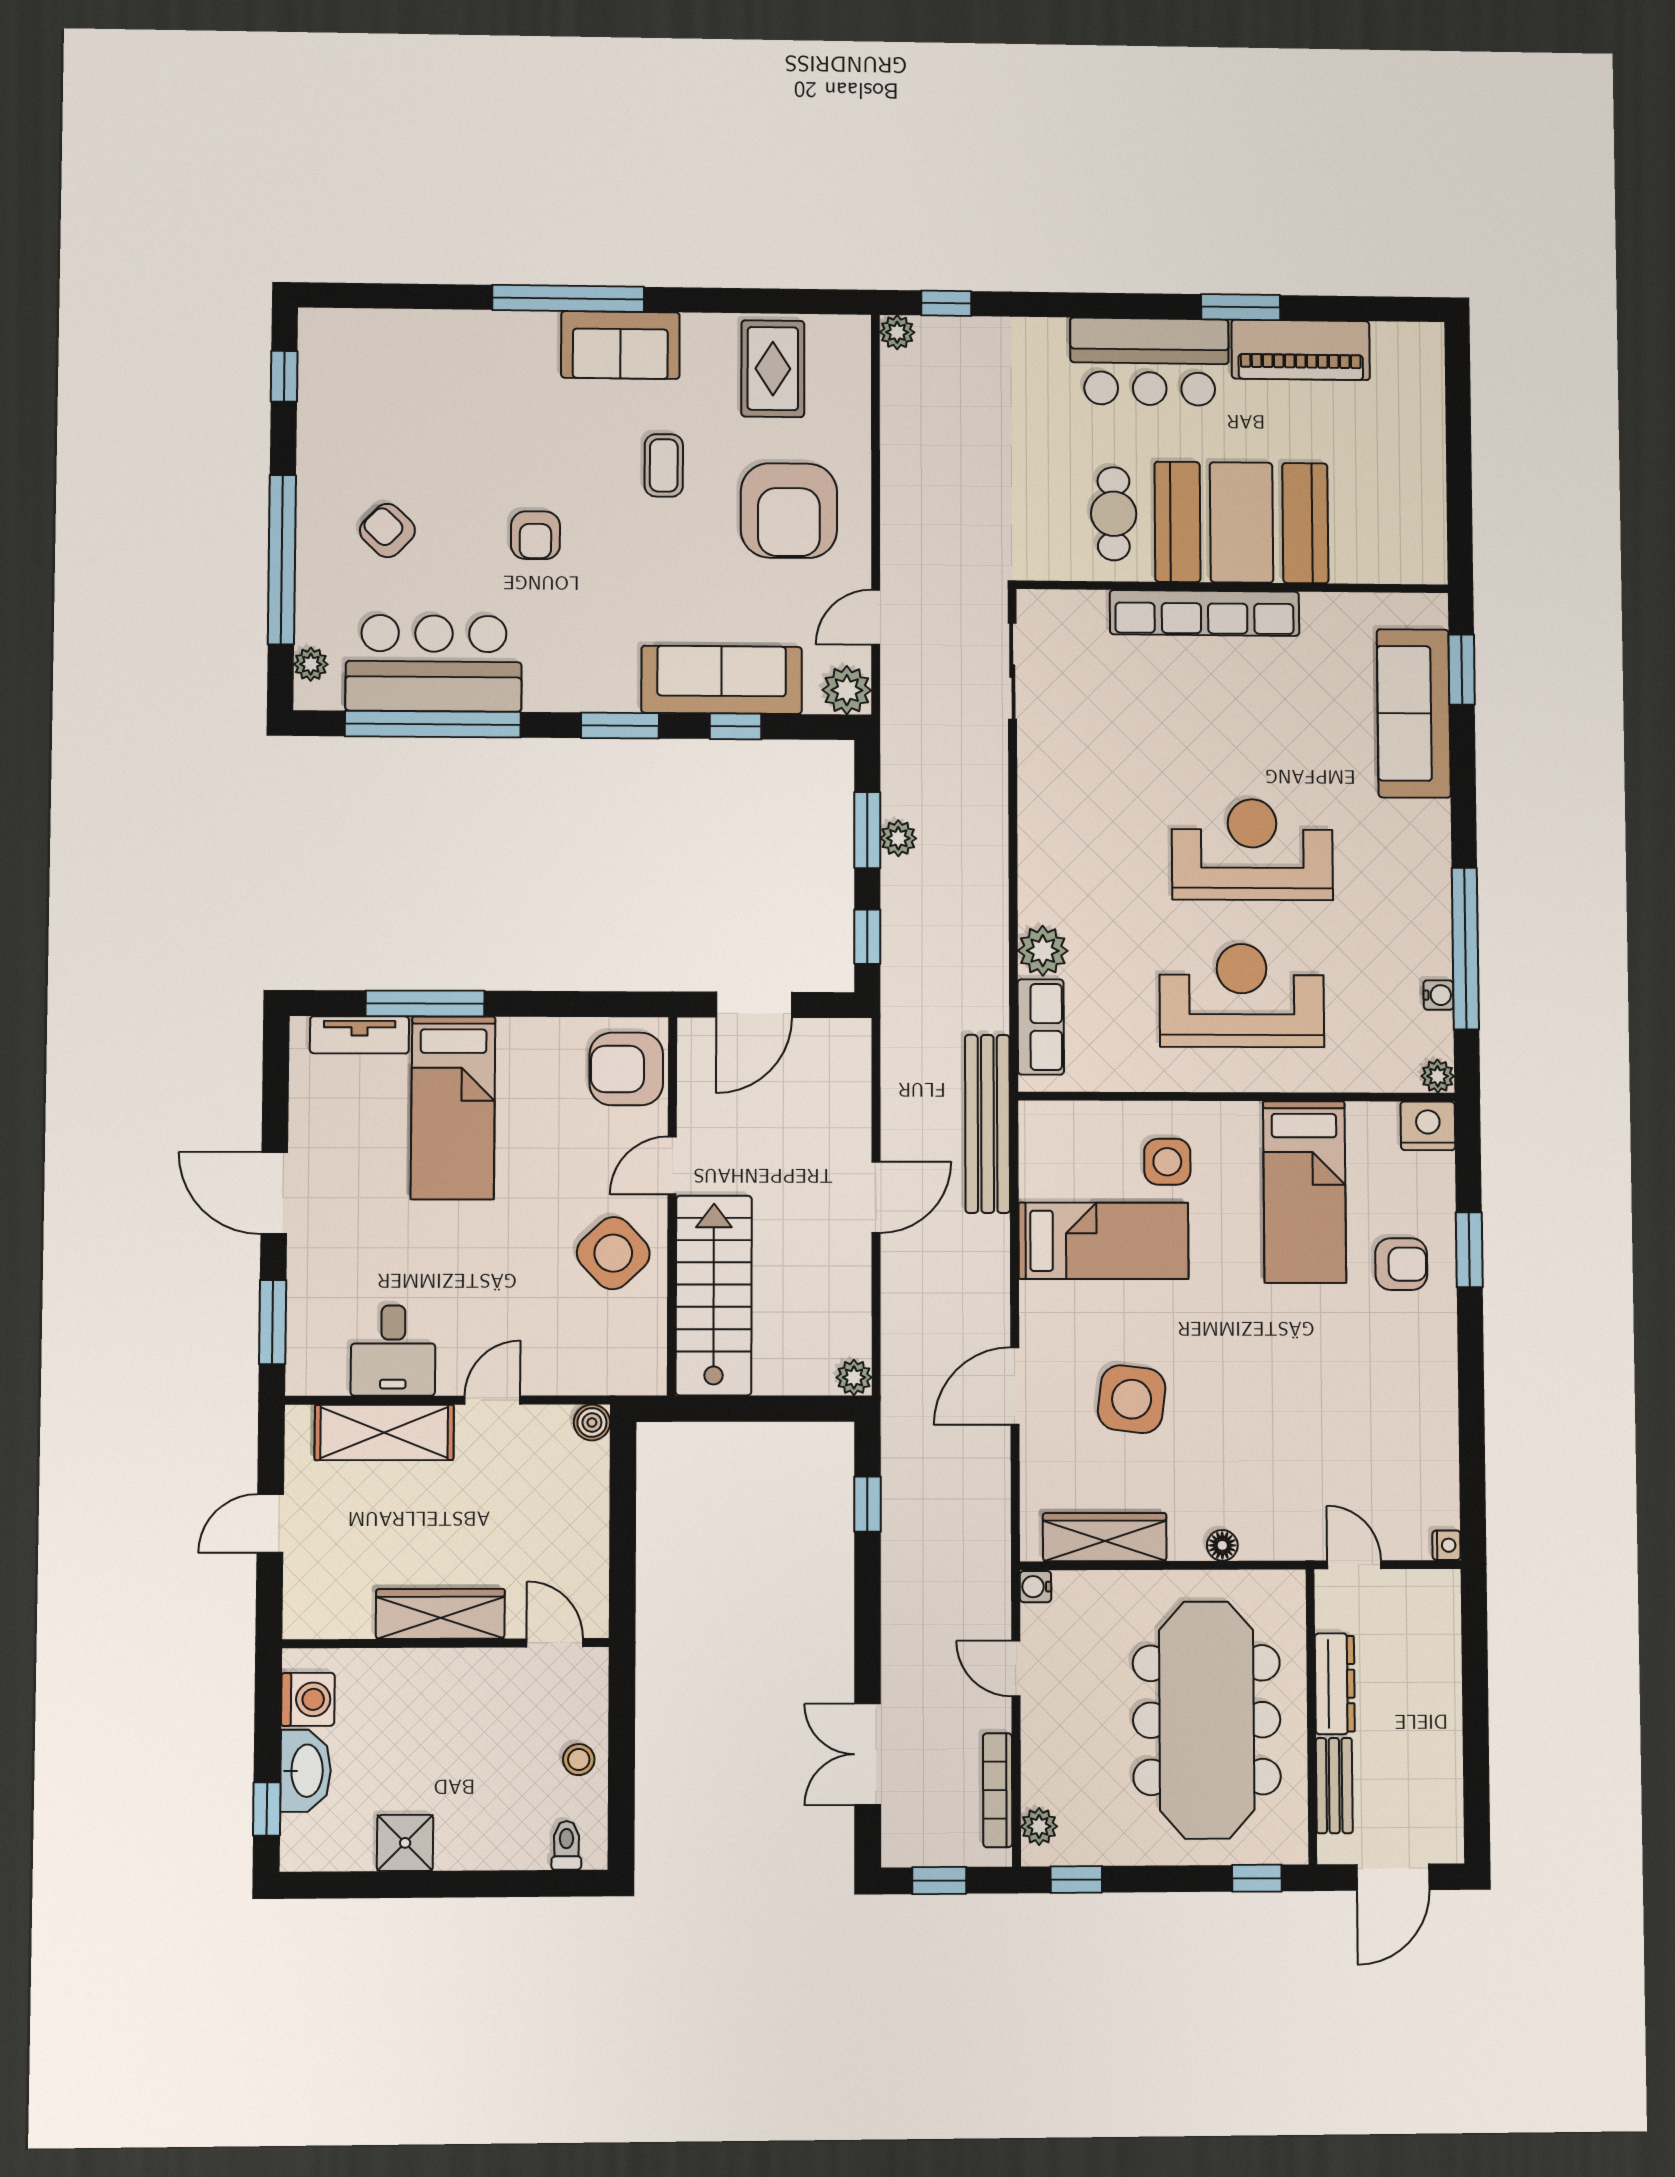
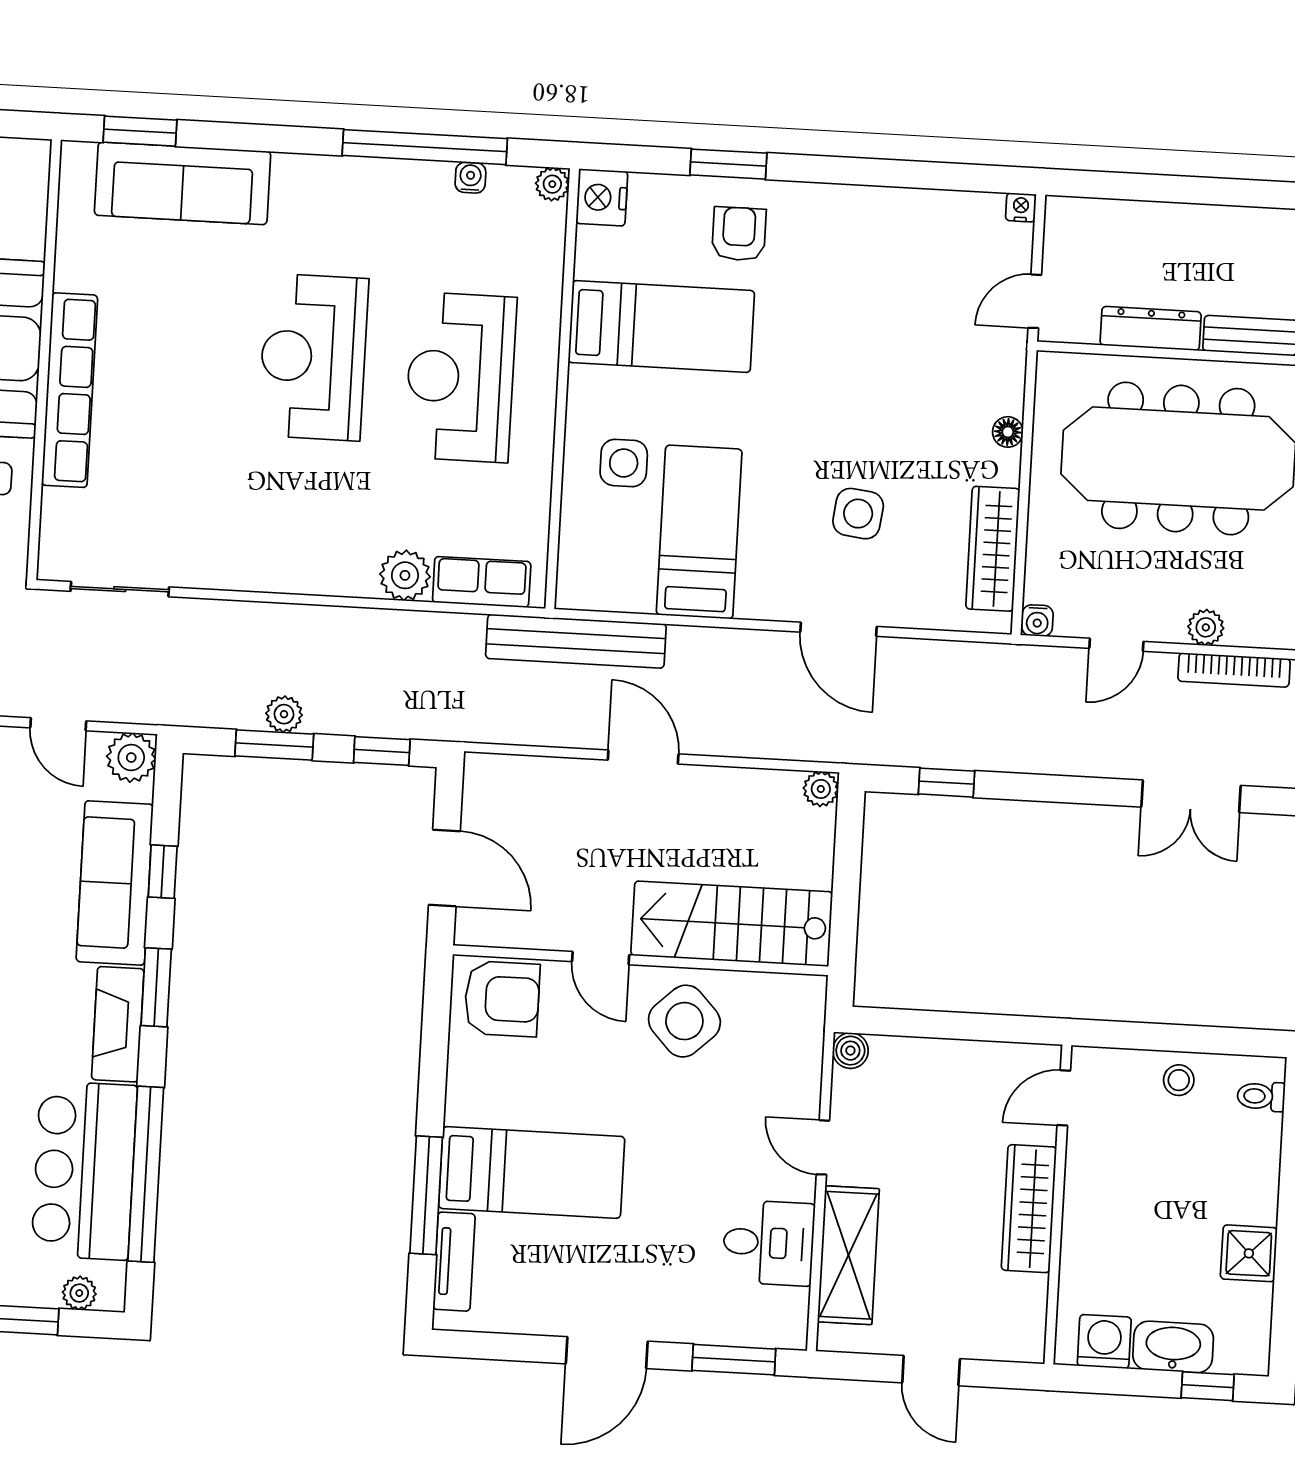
fireplace: (581, 689) -> (118, 1024), added
armchair: (626, 1069) -> (502, 999), turned -90
side table: (1132, 1399) -> (858, 514), width x0.73, depth x0.73
plant: (1039, 1826) -> (1206, 627), moved

